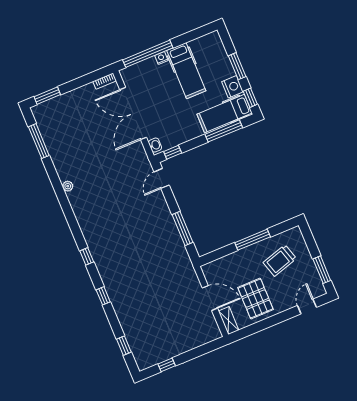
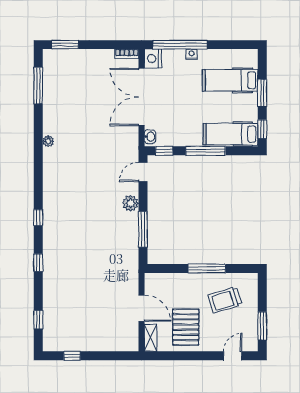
hospital bed: (186, 71) -> (230, 80), moved, turned 90
nightstand: (232, 87) -> (153, 58), moved, turned 180
window: (224, 131) -> (206, 151), moved
plant: (162, 210) -> (130, 203), added

